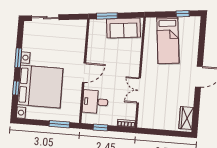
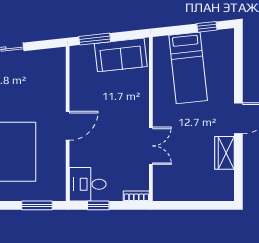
double door: (139, 90) -> (151, 146), swing flipped
desk: (95, 102) -> (88, 184), moved
wardrobe: (186, 118) -> (225, 153), moved

